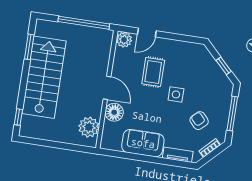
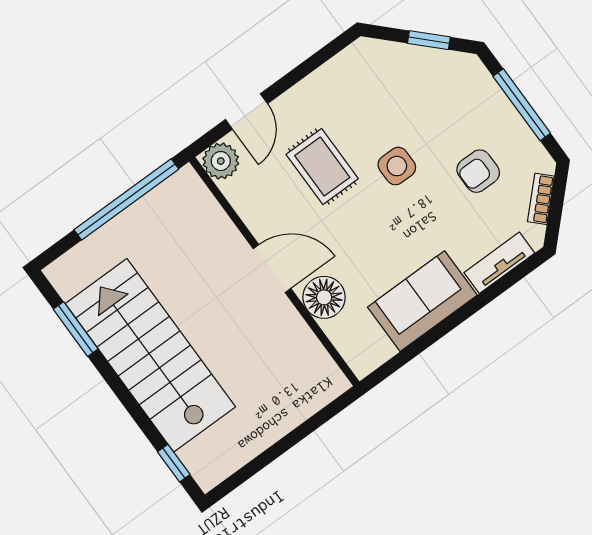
armchair: (199, 121) -> (478, 171), turned -47
plant: (89, 127) -> (307, 364), removed

